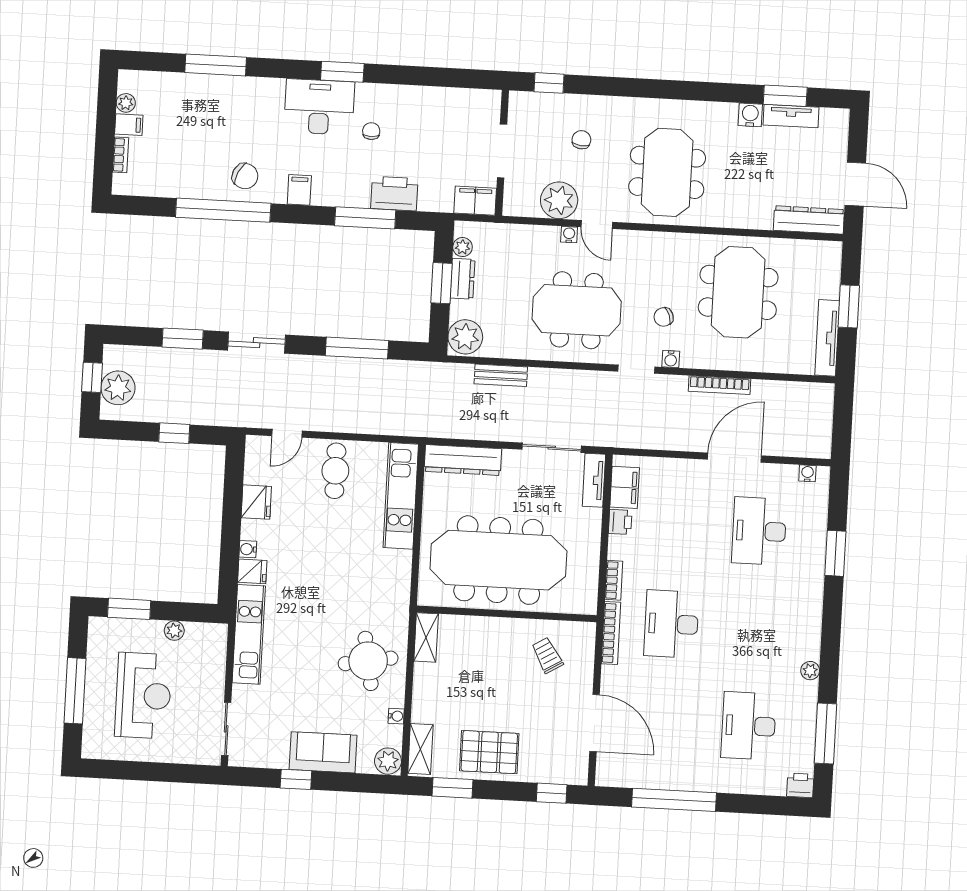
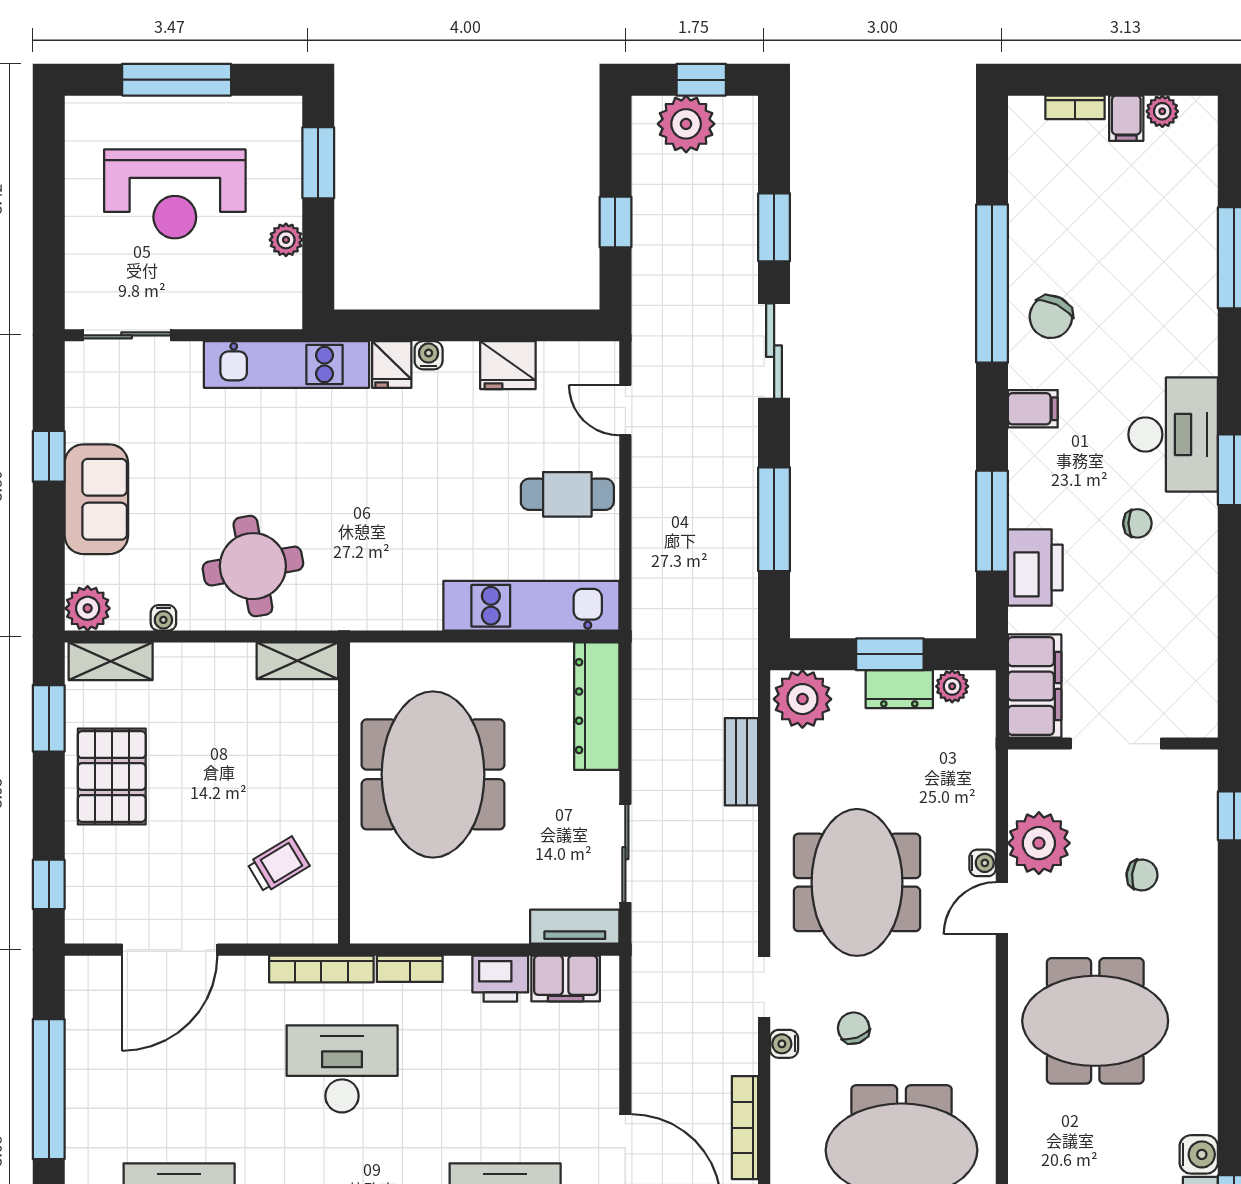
filing cabinet: (475, 201) -> (1035, 686), width x1.50, depth x1.17
printer: (620, 522) -> (500, 979), width x1.36, depth x1.24
meeting table: (498, 560) -> (433, 774), width x0.73

